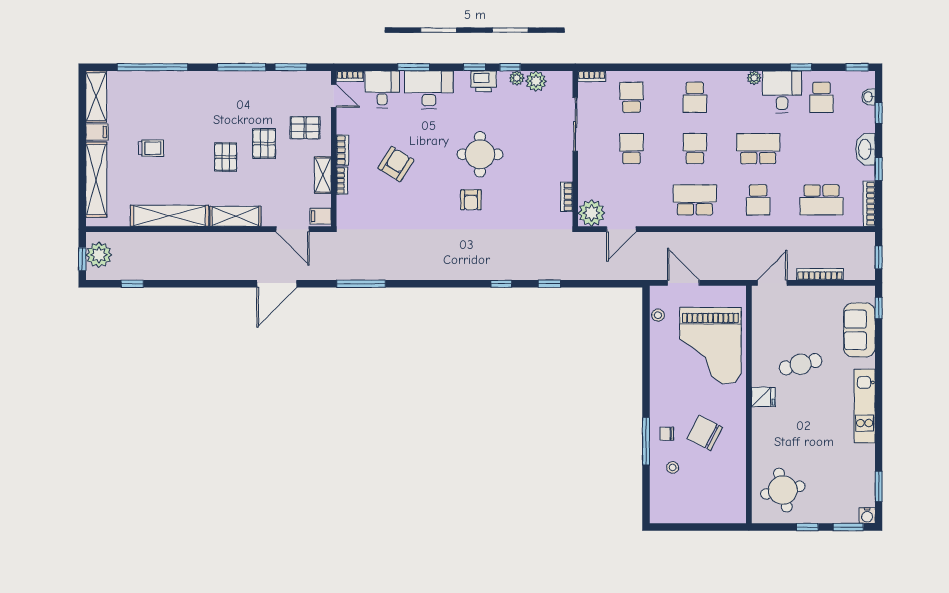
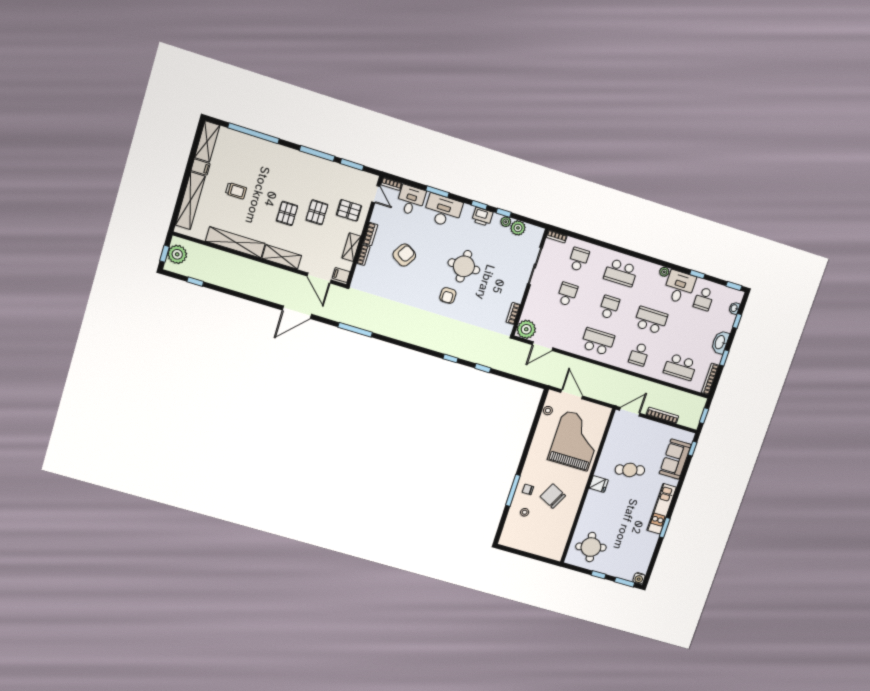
school desk: (695, 97) -> (621, 273), width x1.85
grand piano: (710, 346) -> (576, 441), turned 180
window: (879, 486) -> (665, 528), moved

